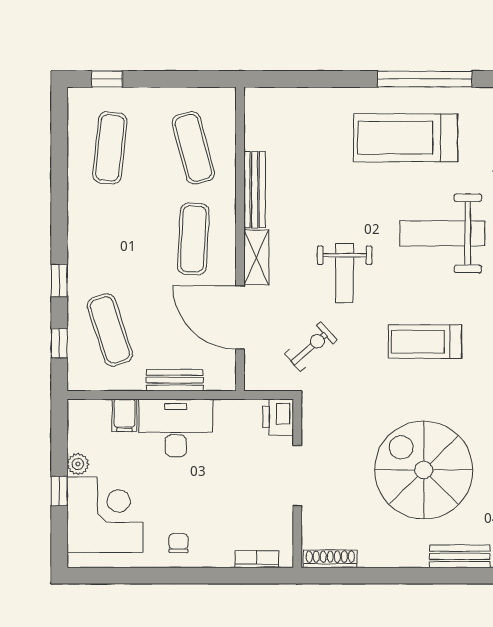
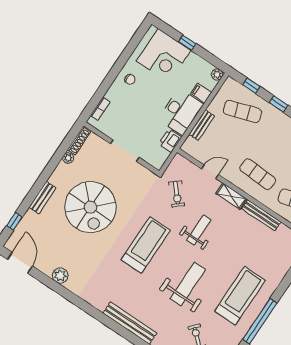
weight bench: (345, 273) -> (199, 230), turned 90
door: (240, 317) -> (210, 172), width x0.53
treadmill: (425, 342) -> (146, 245), width x1.37, depth x1.38
printer: (278, 417) -> (170, 141), moved, turned -90
plant: (78, 464) -> (217, 74), moved
spiral stairs: (424, 470) -> (90, 207), turned 90
plant: (369, 558) -> (68, 158), added

